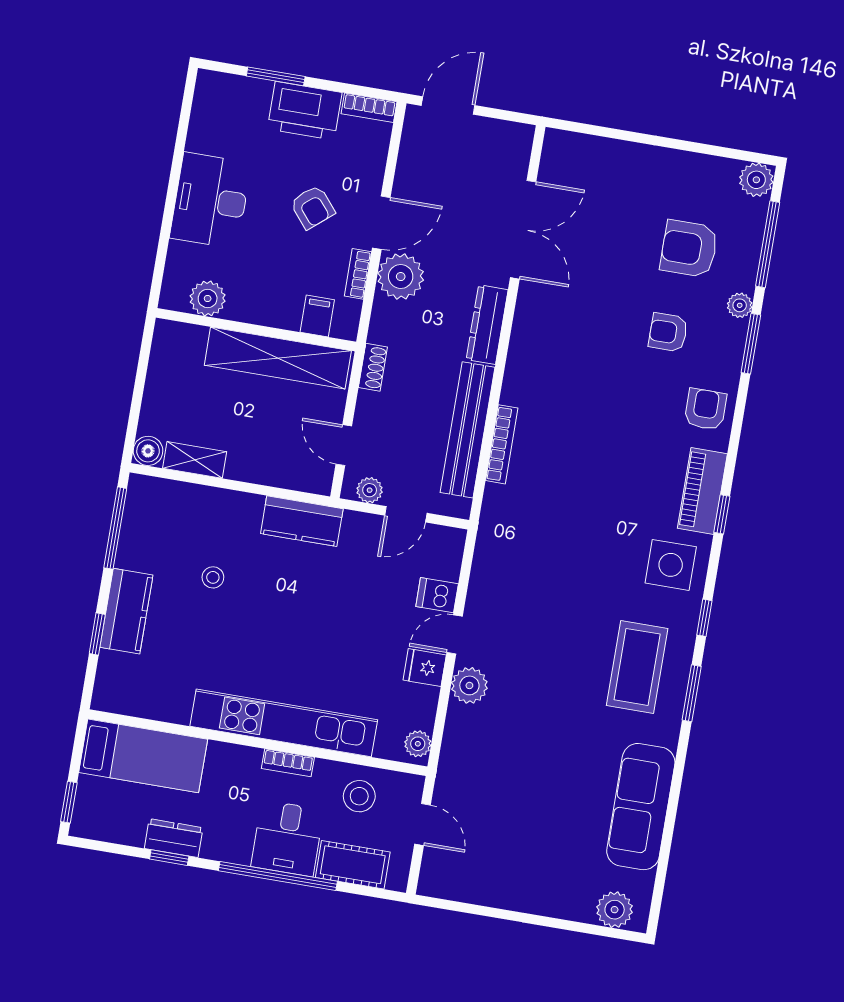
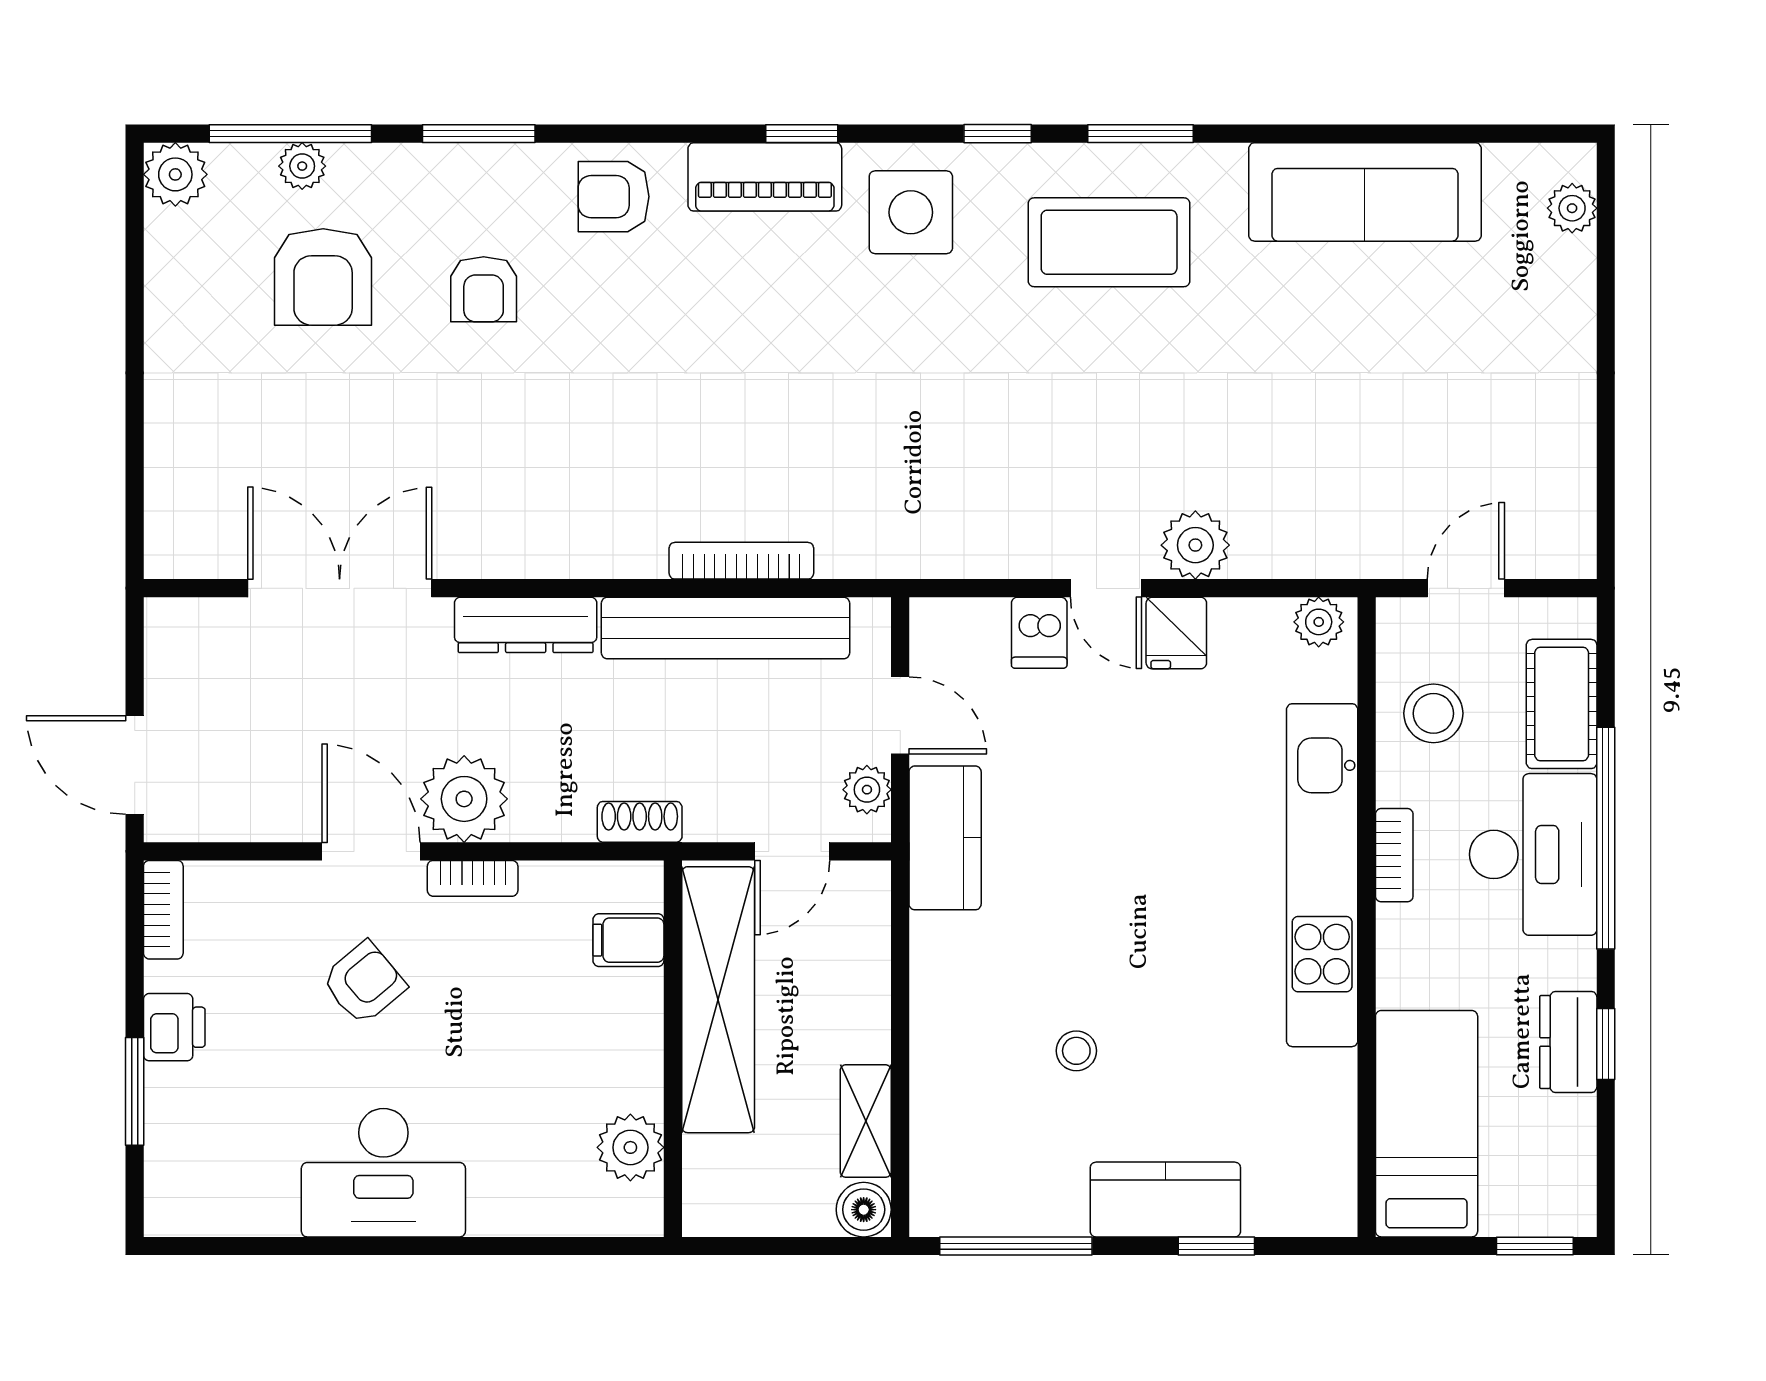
printer: (305, 111) -> (174, 1027), width x0.53, depth x0.68
plant: (208, 299) -> (630, 1147), moved
plant: (740, 305) -> (302, 166), moved
filing cabinet: (317, 316) -> (628, 940), moved
wall: (256, 330) -> (673, 1049), moved
shelving: (278, 358) -> (718, 1000), moved
kitchen counter: (302, 521) -> (945, 838), moved
desk: (287, 838) -> (1533, 854), width x1.37
plant: (615, 910) -> (1572, 208), width x0.73, depth x0.73

